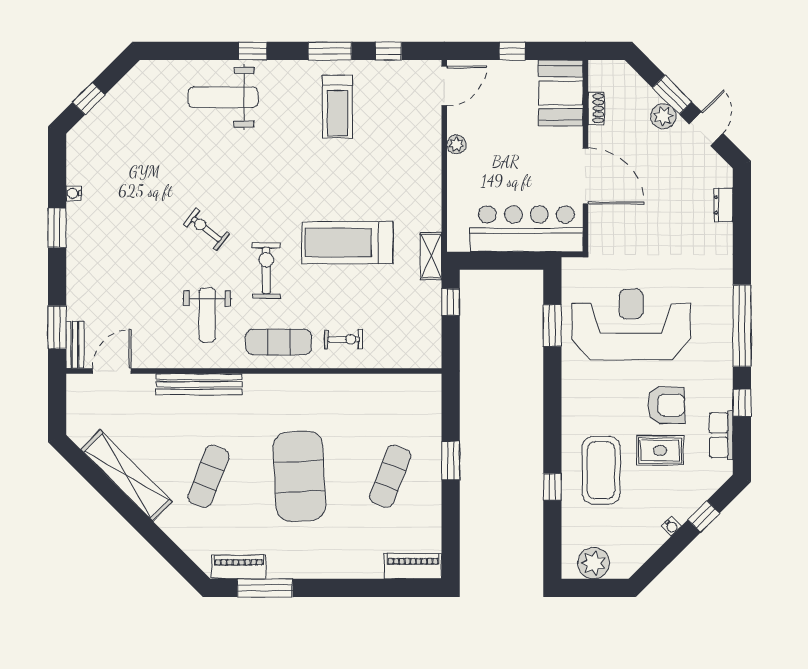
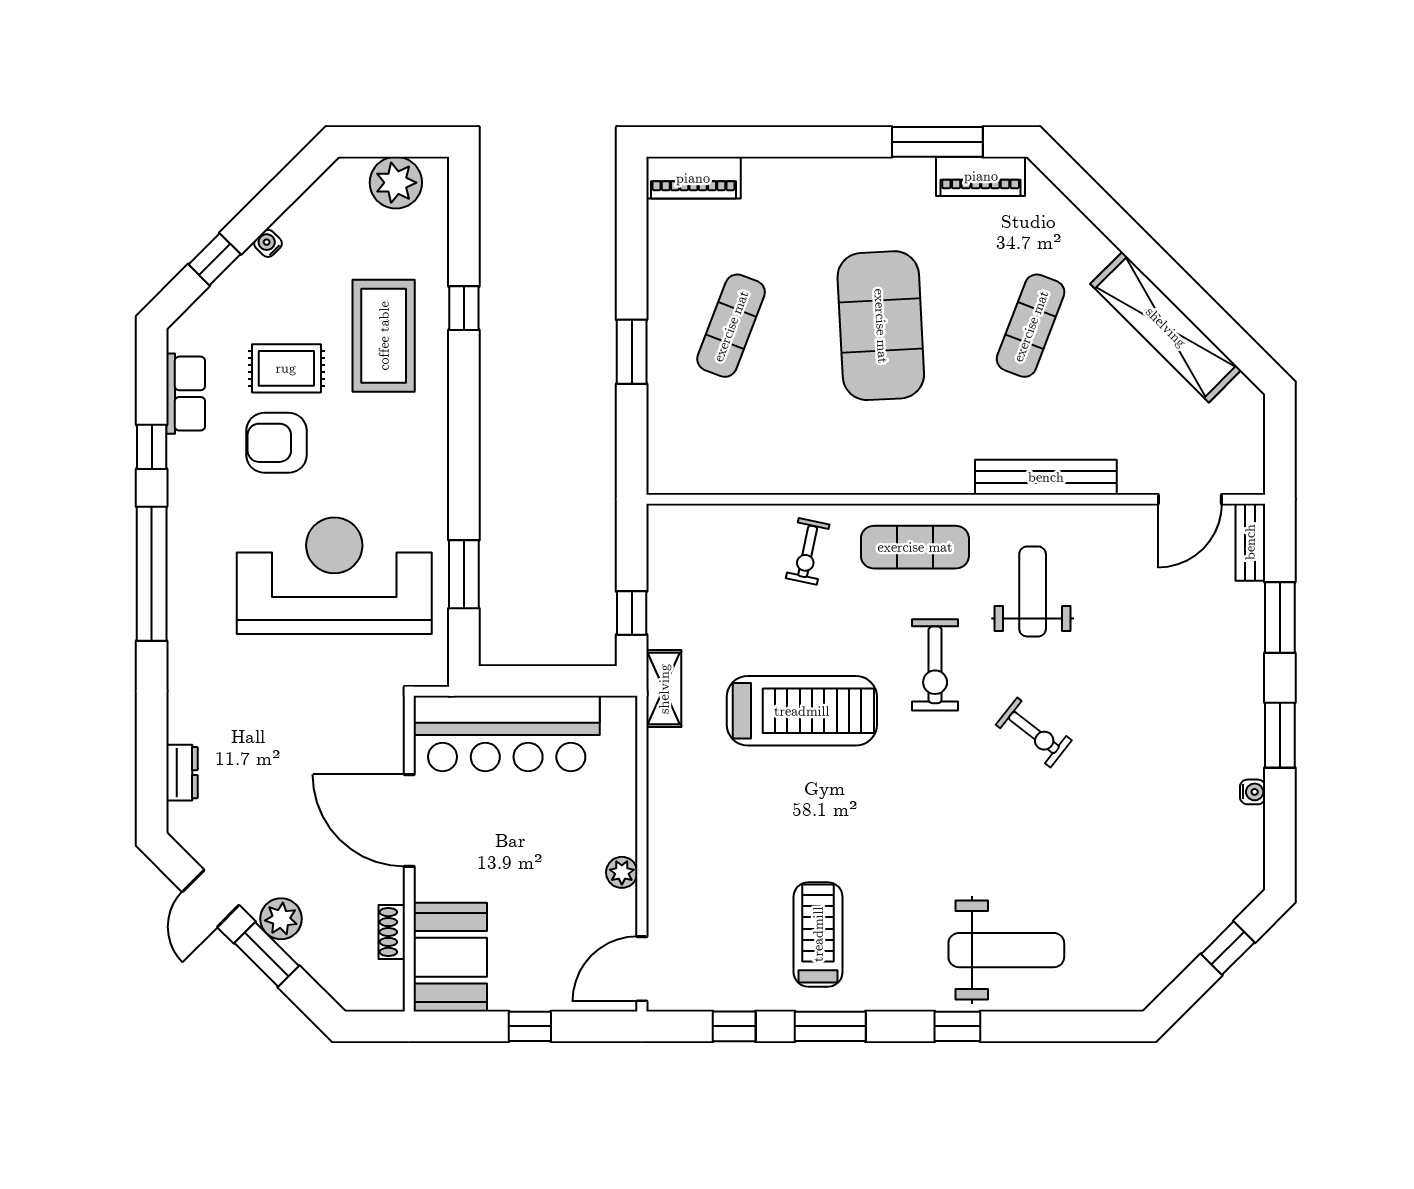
reception desk: (631, 325) -> (334, 576), turned 180
window: (57, 327) -> (1280, 618), moved
exercise bike: (344, 339) -> (808, 551), turned -78

